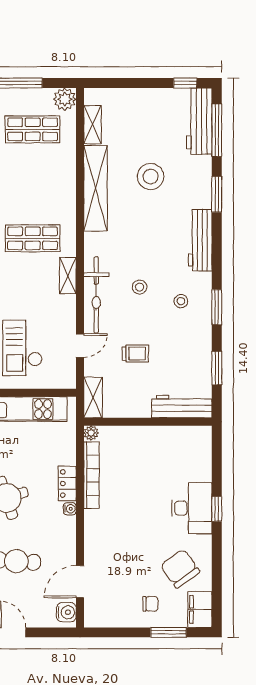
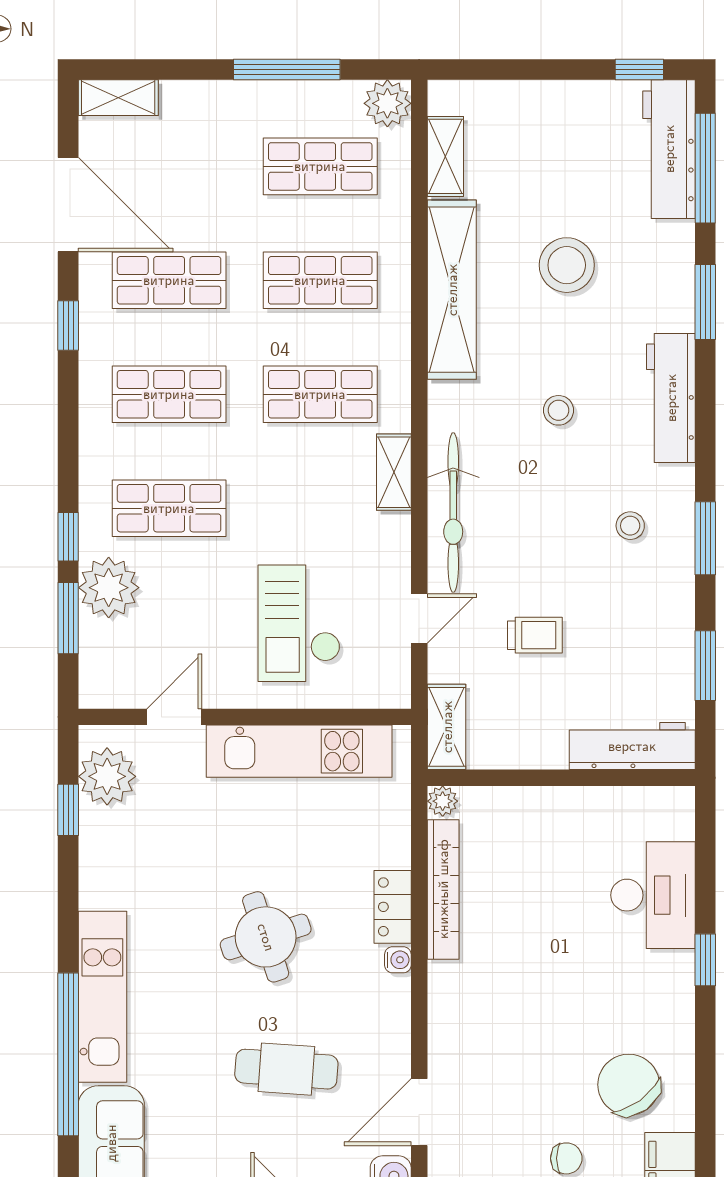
shop shelf: (33, 184) -> (320, 280), added
stool: (140, 287) -> (559, 410), moved
desk: (192, 508) -> (653, 895), moved

